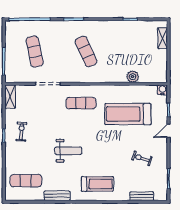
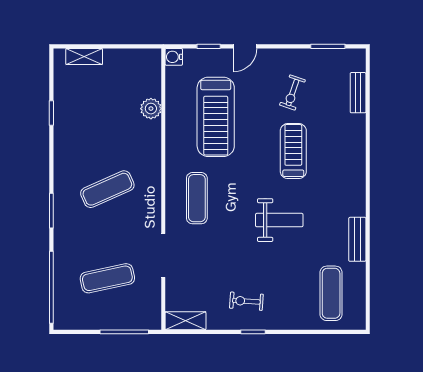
door: (168, 131) -> (245, 46), hinge flipped
weight bench: (68, 151) -> (279, 220), turned 90
treadmill: (98, 184) -> (293, 151), moved

